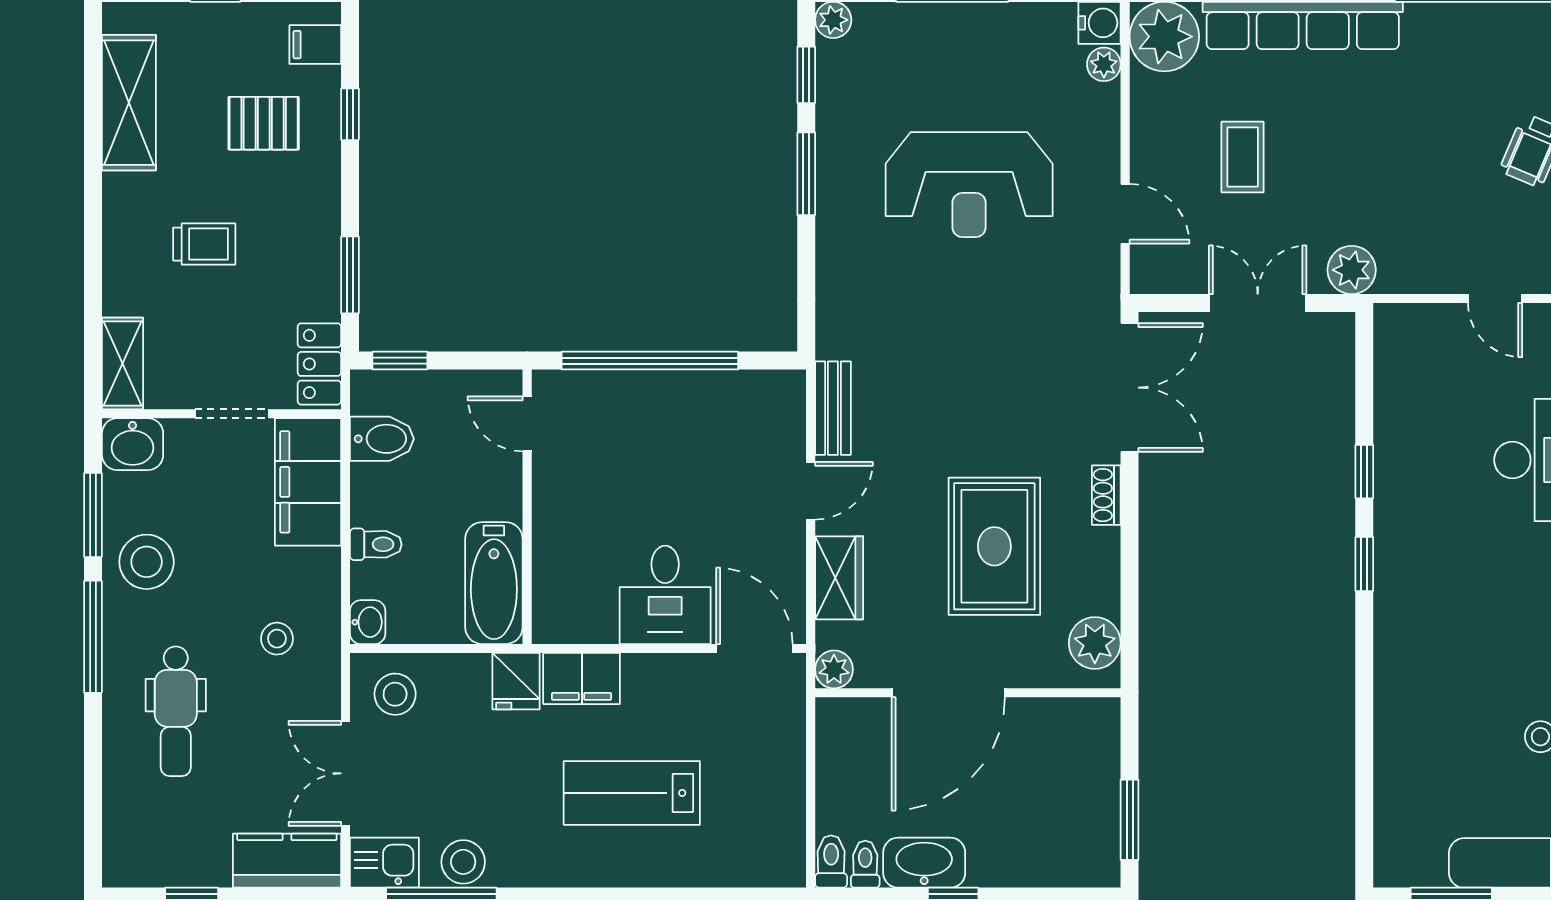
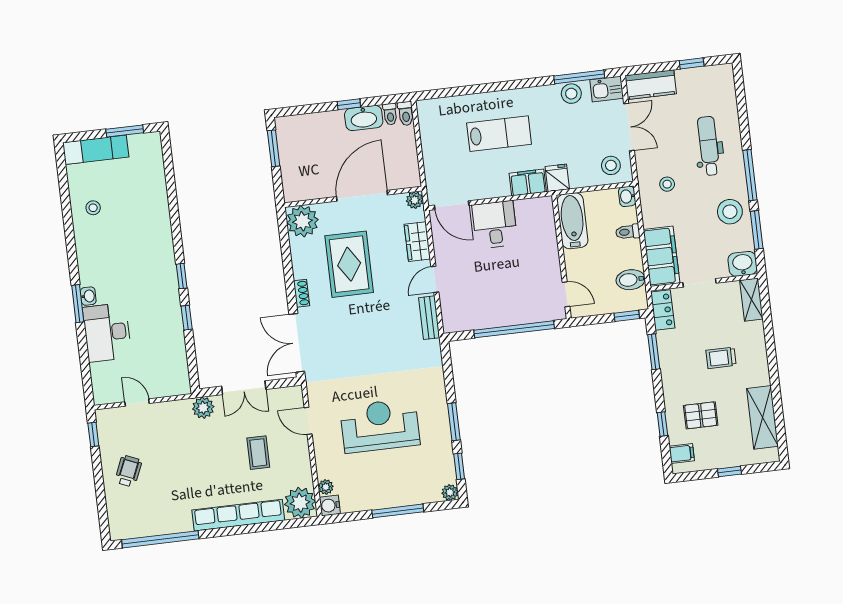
plant: (1095, 643) -> (302, 221), width x1.36, depth x1.36

